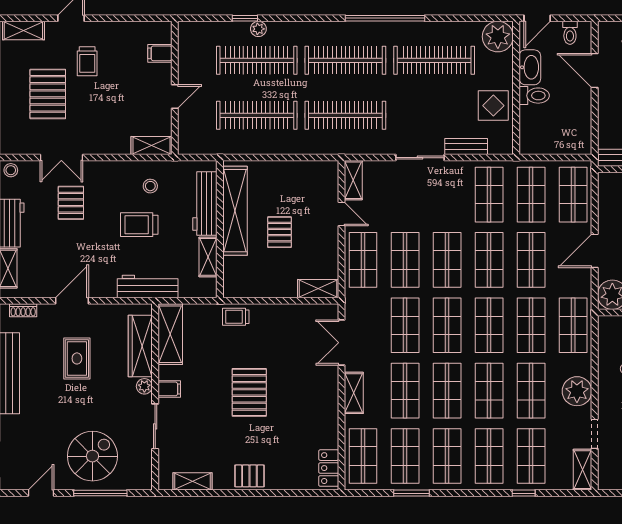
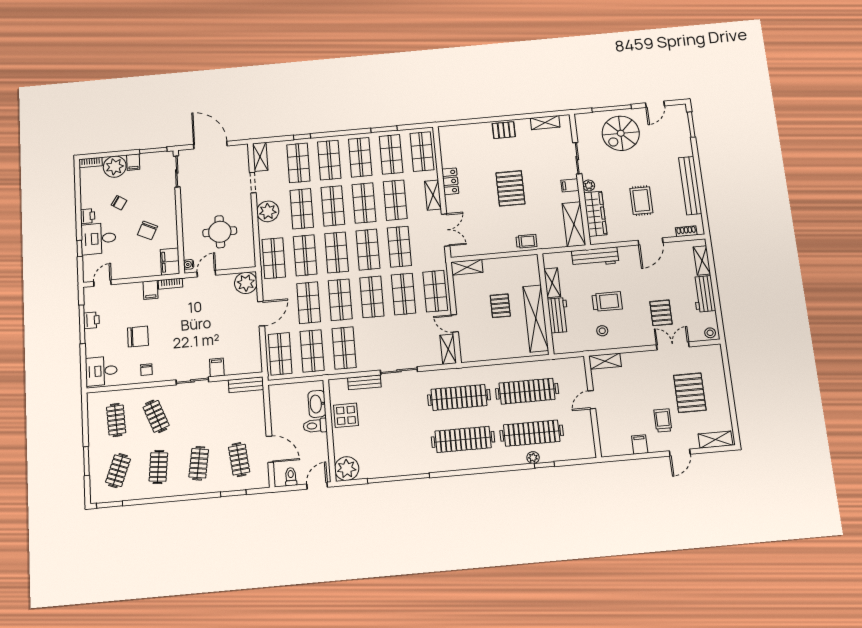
window: (385, 18) -> (398, 478), moved
filing cabinet: (160, 53) -> (640, 445), moved, turned -90
clothes rail: (434, 60) -> (394, 446), removed
washbasin: (530, 67) -> (317, 404), moved
workbench: (205, 204) -> (558, 315), width x0.73
locker: (329, 468) -> (450, 181), moved

